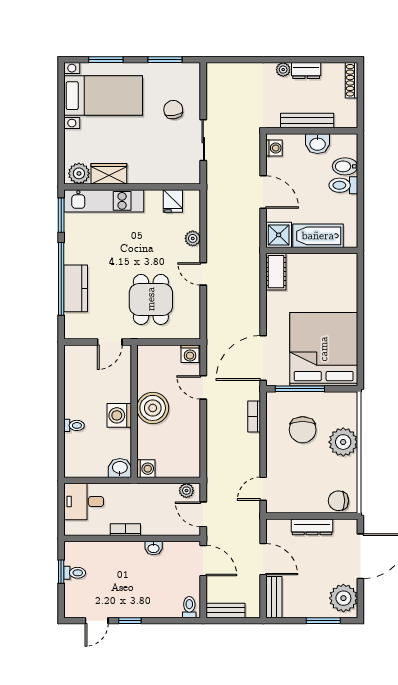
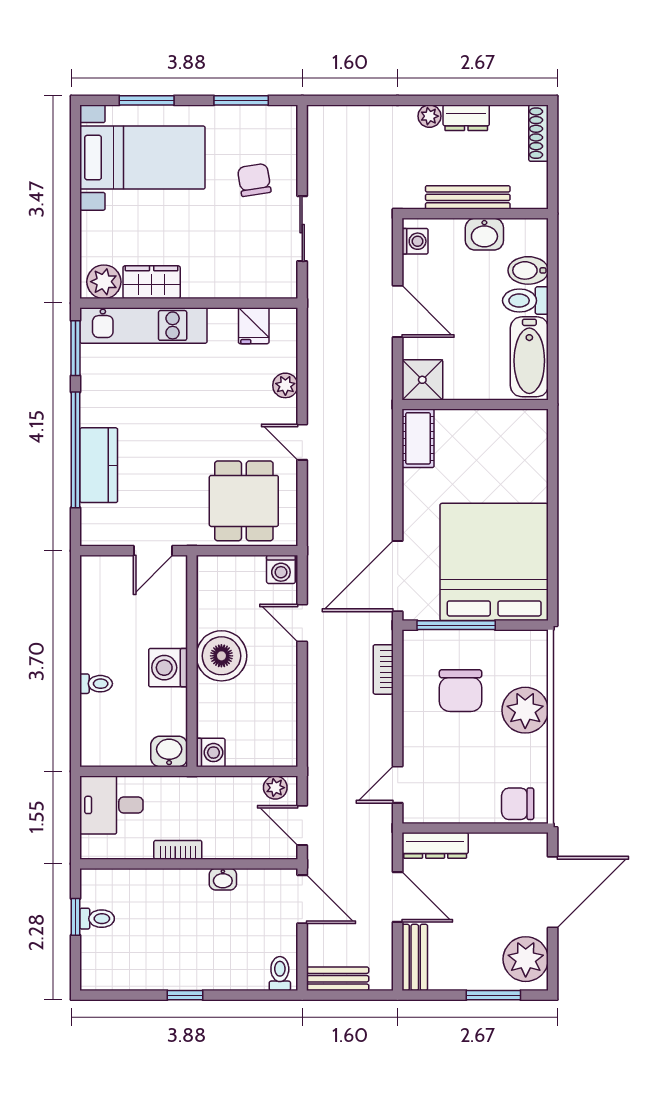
bathtub: (318, 236) -> (529, 357), moved, turned -90
dining table: (151, 299) -> (244, 501), moved
dresser: (312, 527) -> (435, 845), moved
door: (97, 621) -> (132, 995), removed

